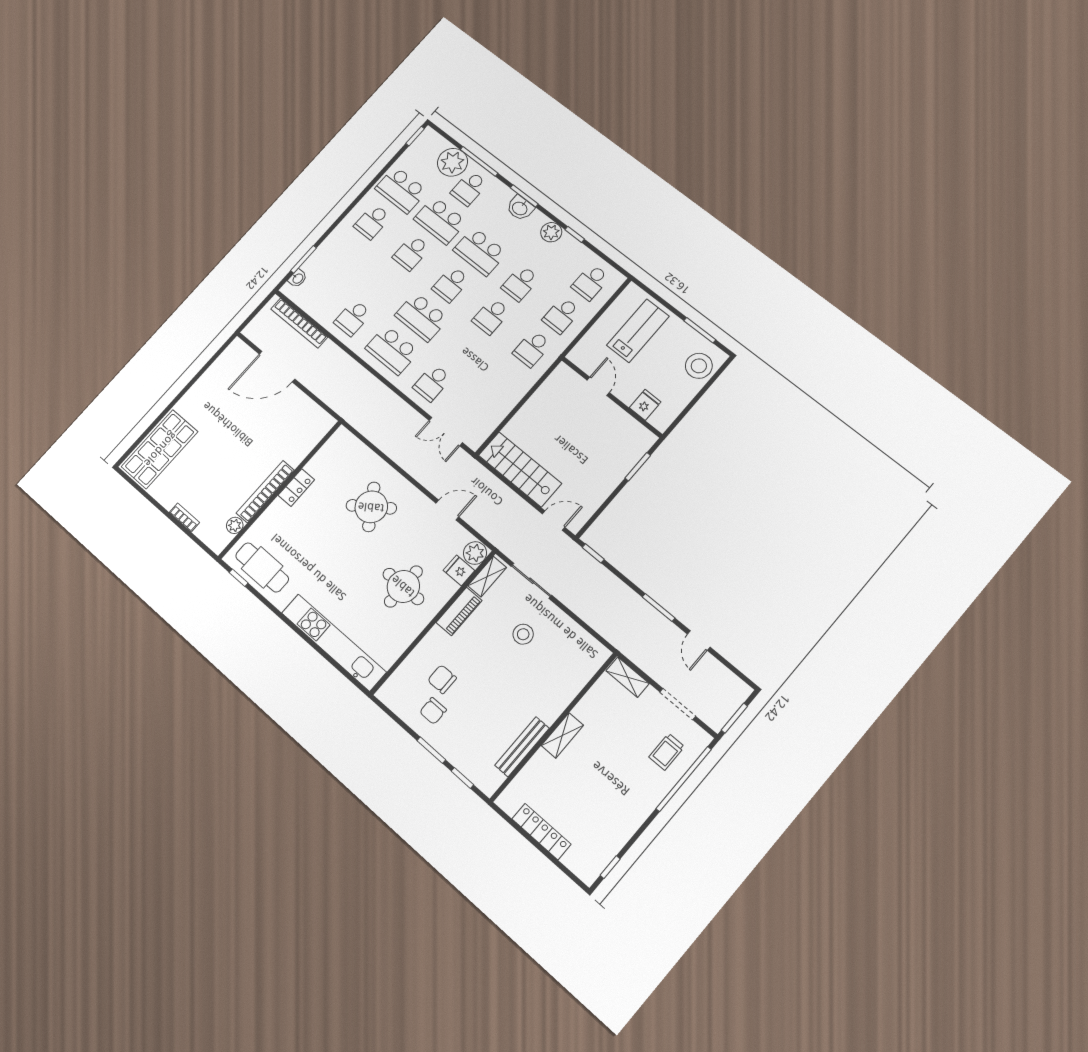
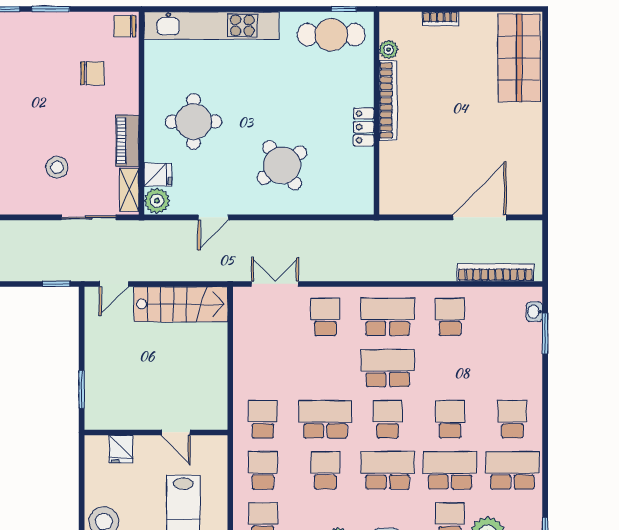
school desk: (491, 316) -> (325, 419), width x1.85
chair: (433, 711) -> (125, 26), moved, turned -90

